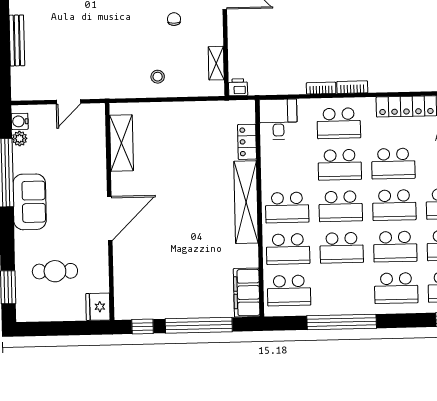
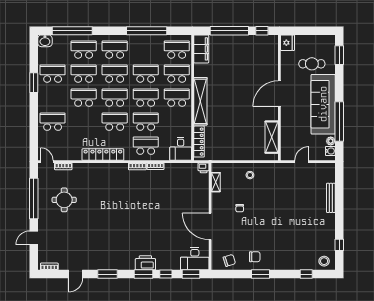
locker: (247, 142) -> (199, 142), width x1.53
sofa: (30, 202) -> (323, 104), width x1.85, depth x1.27

